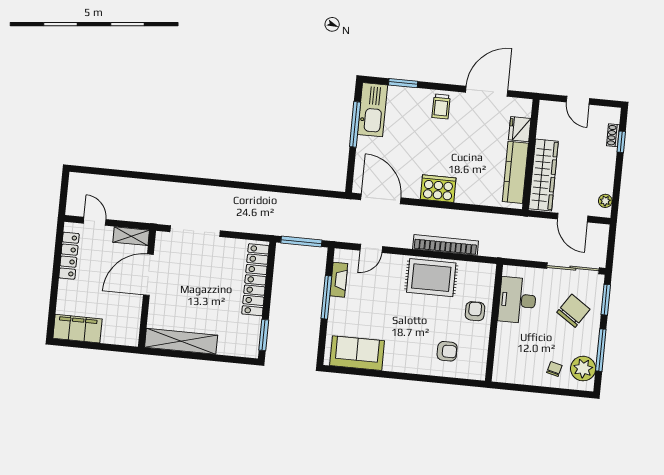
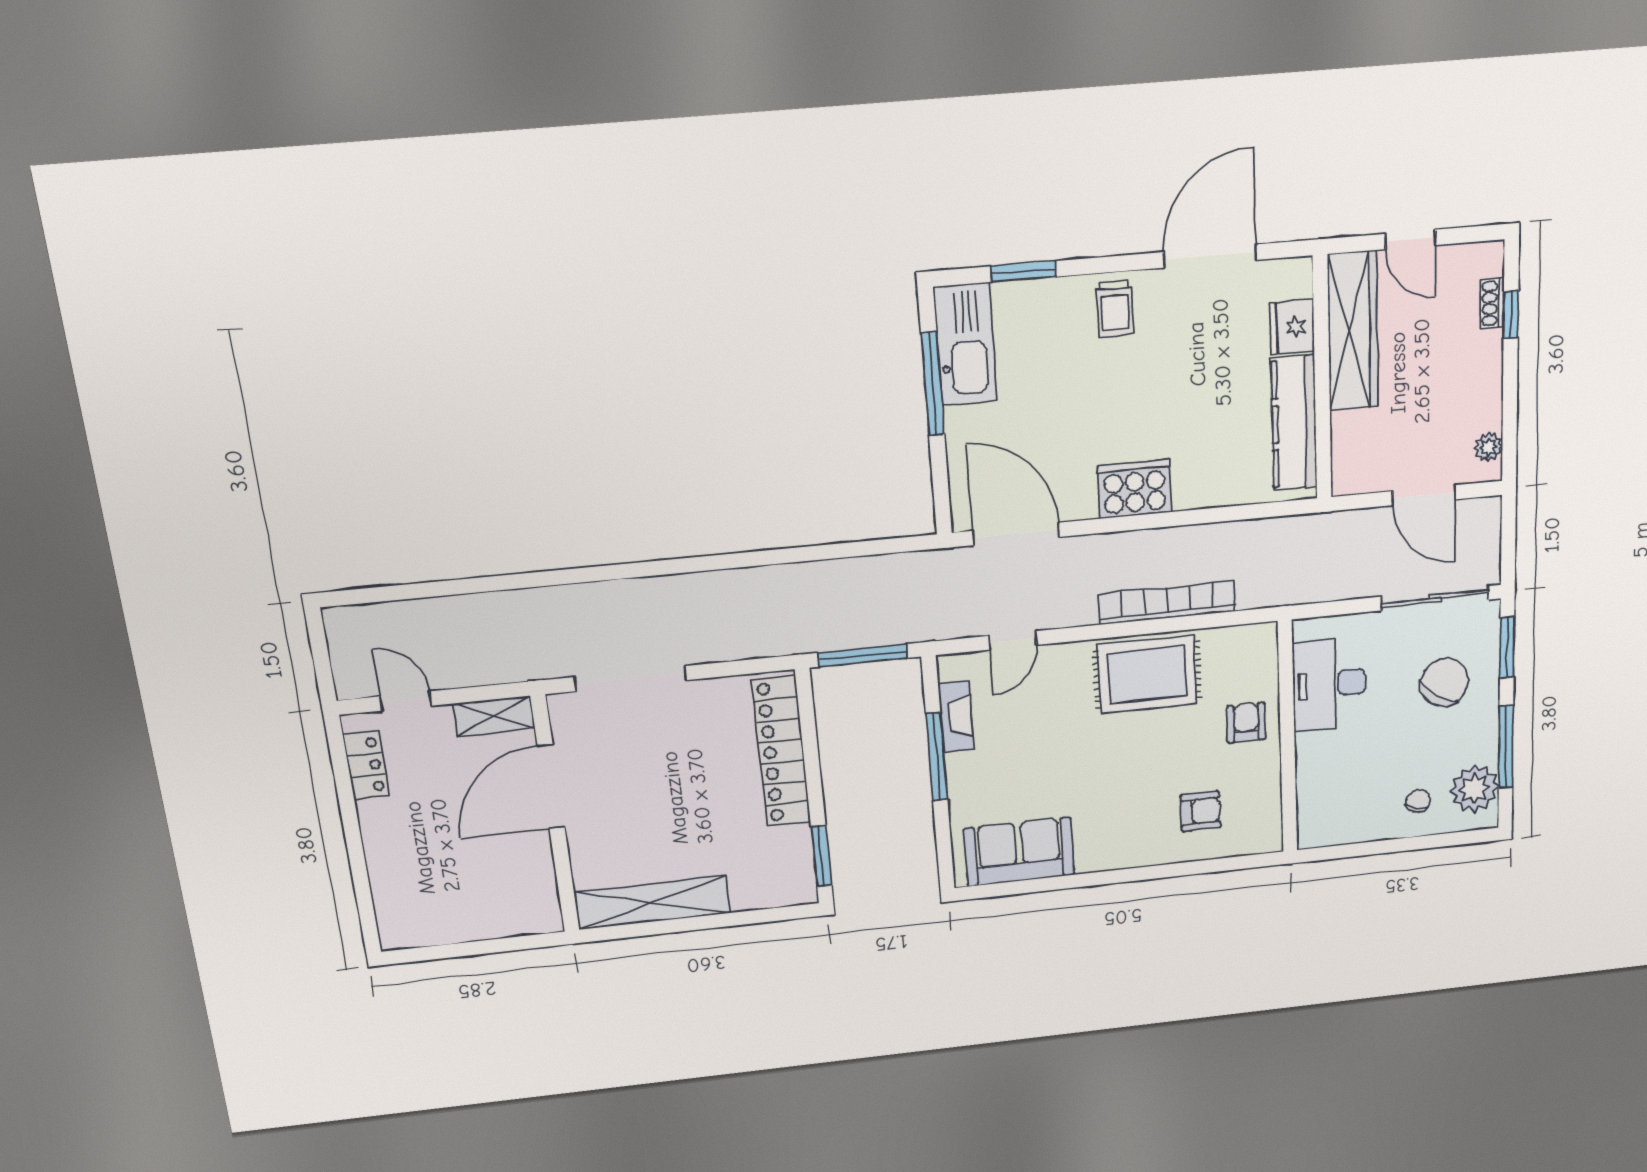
wardrobe: (543, 175) -> (1353, 331), moved
locker: (69, 256) -> (366, 765), width x0.66
filing cabinet: (77, 329) -> (428, 923), removed

